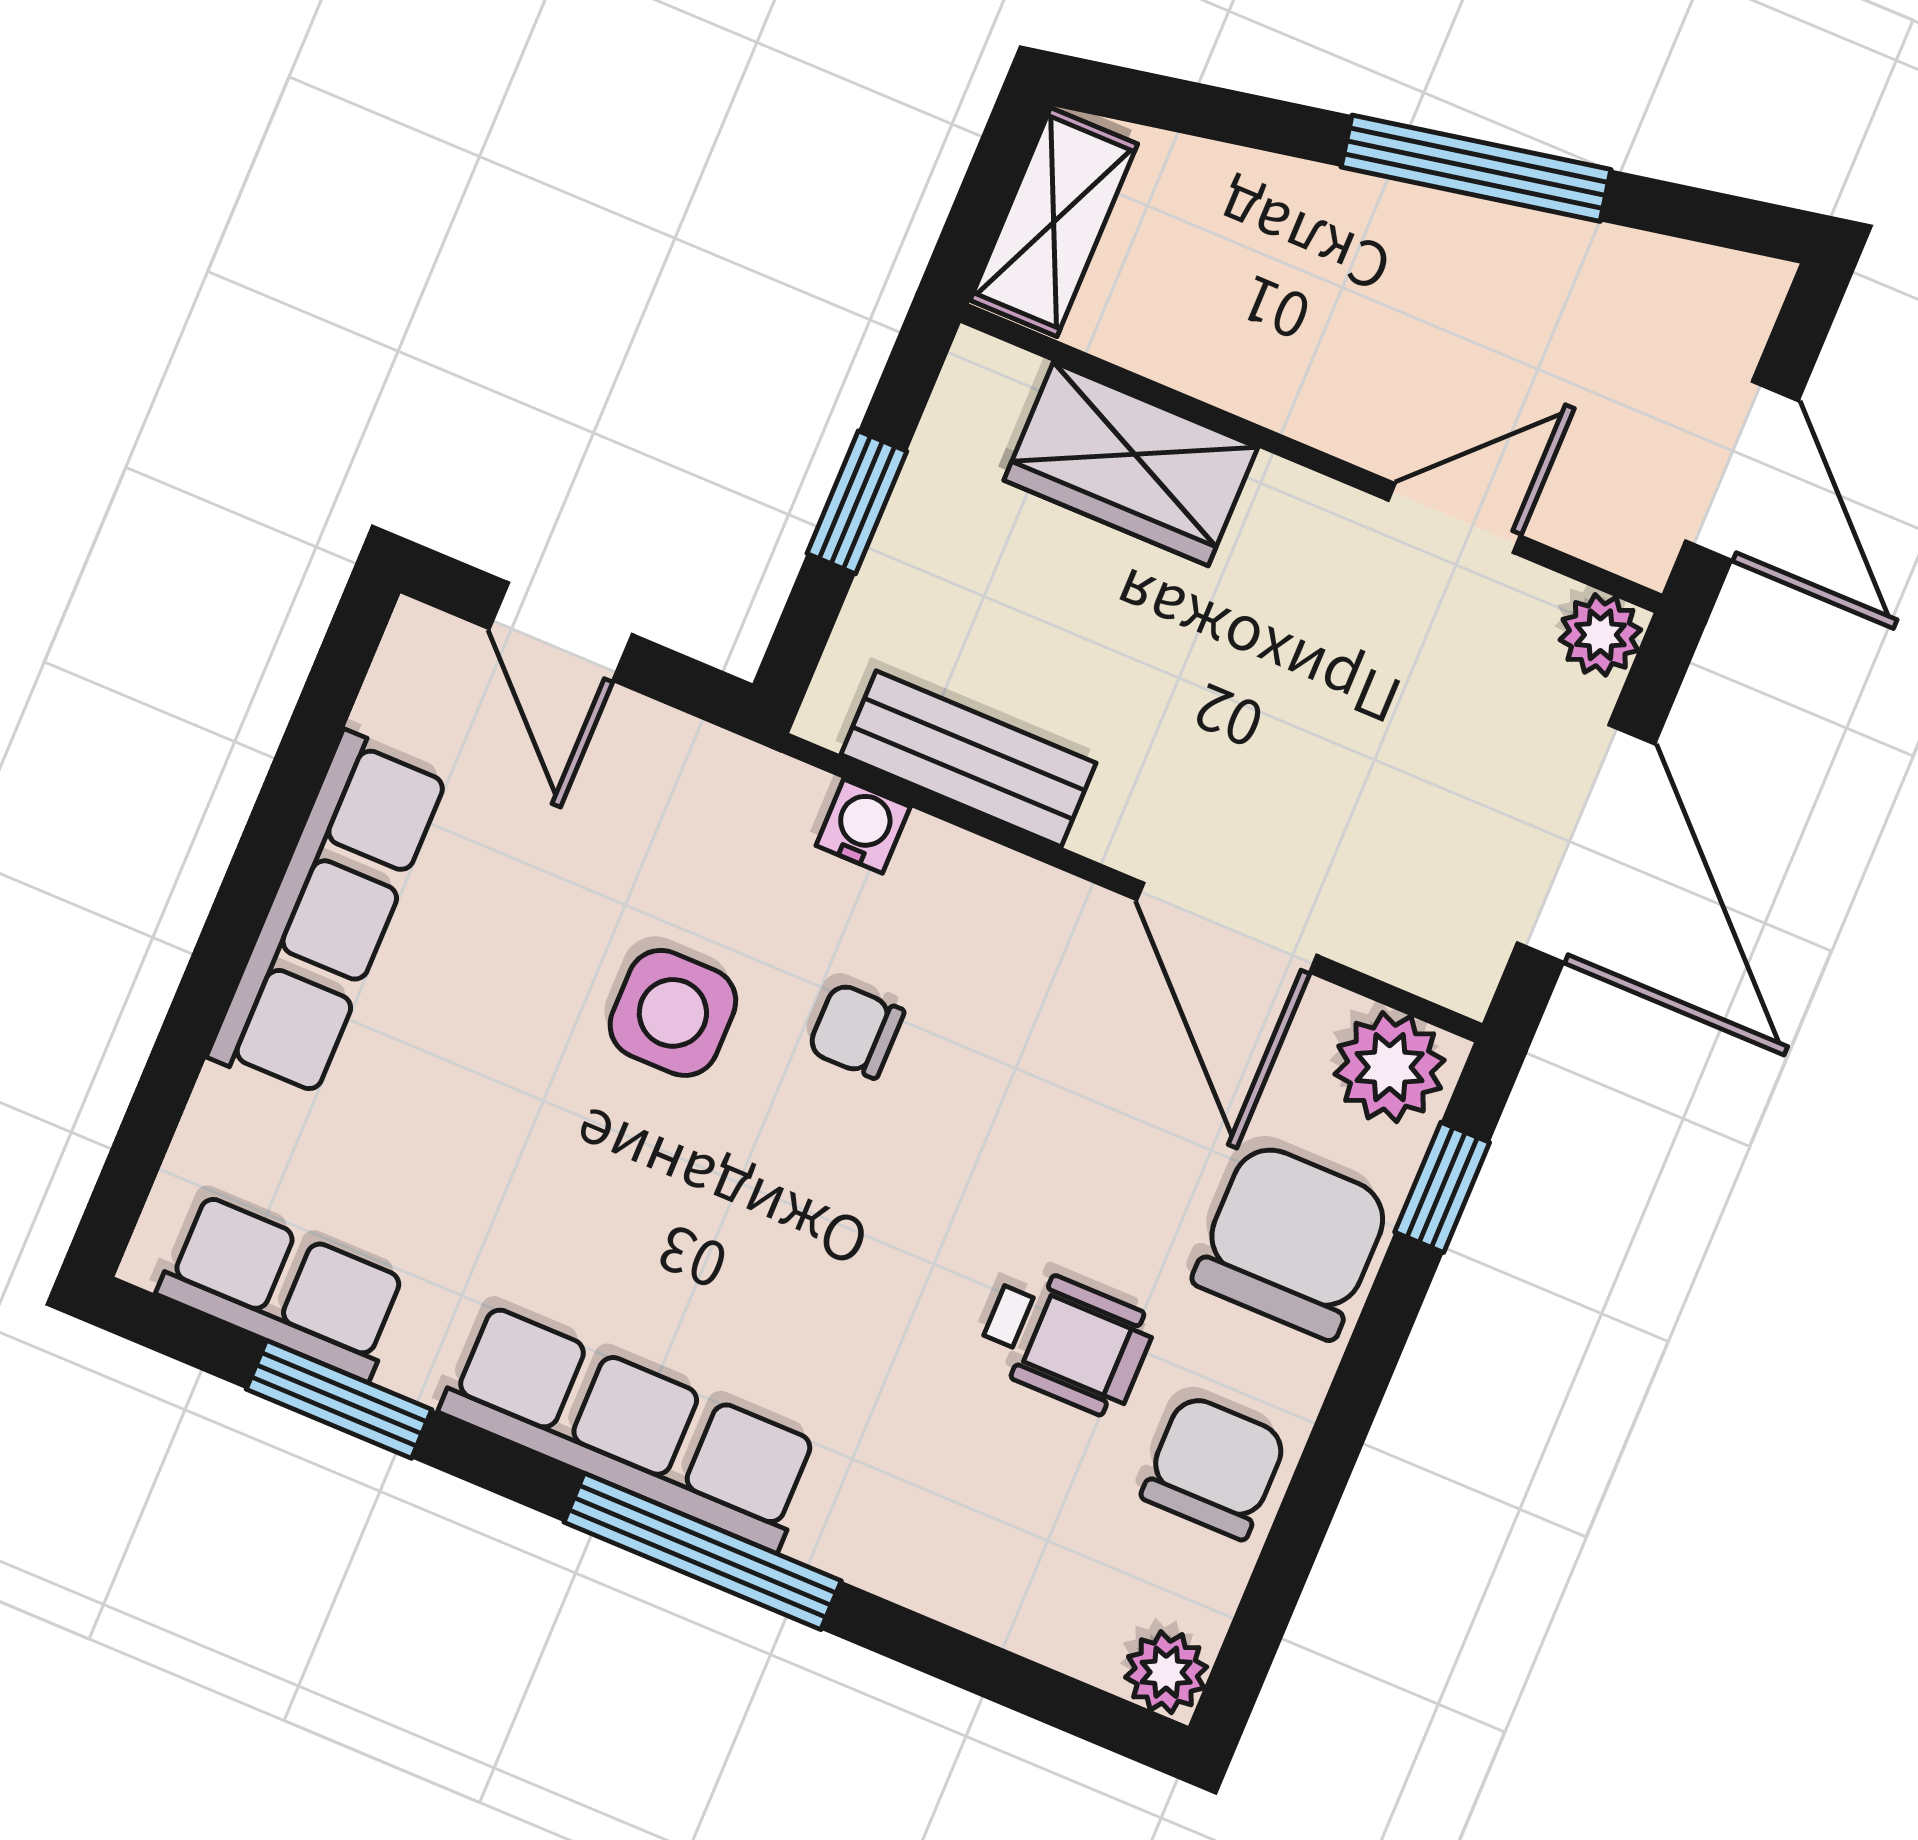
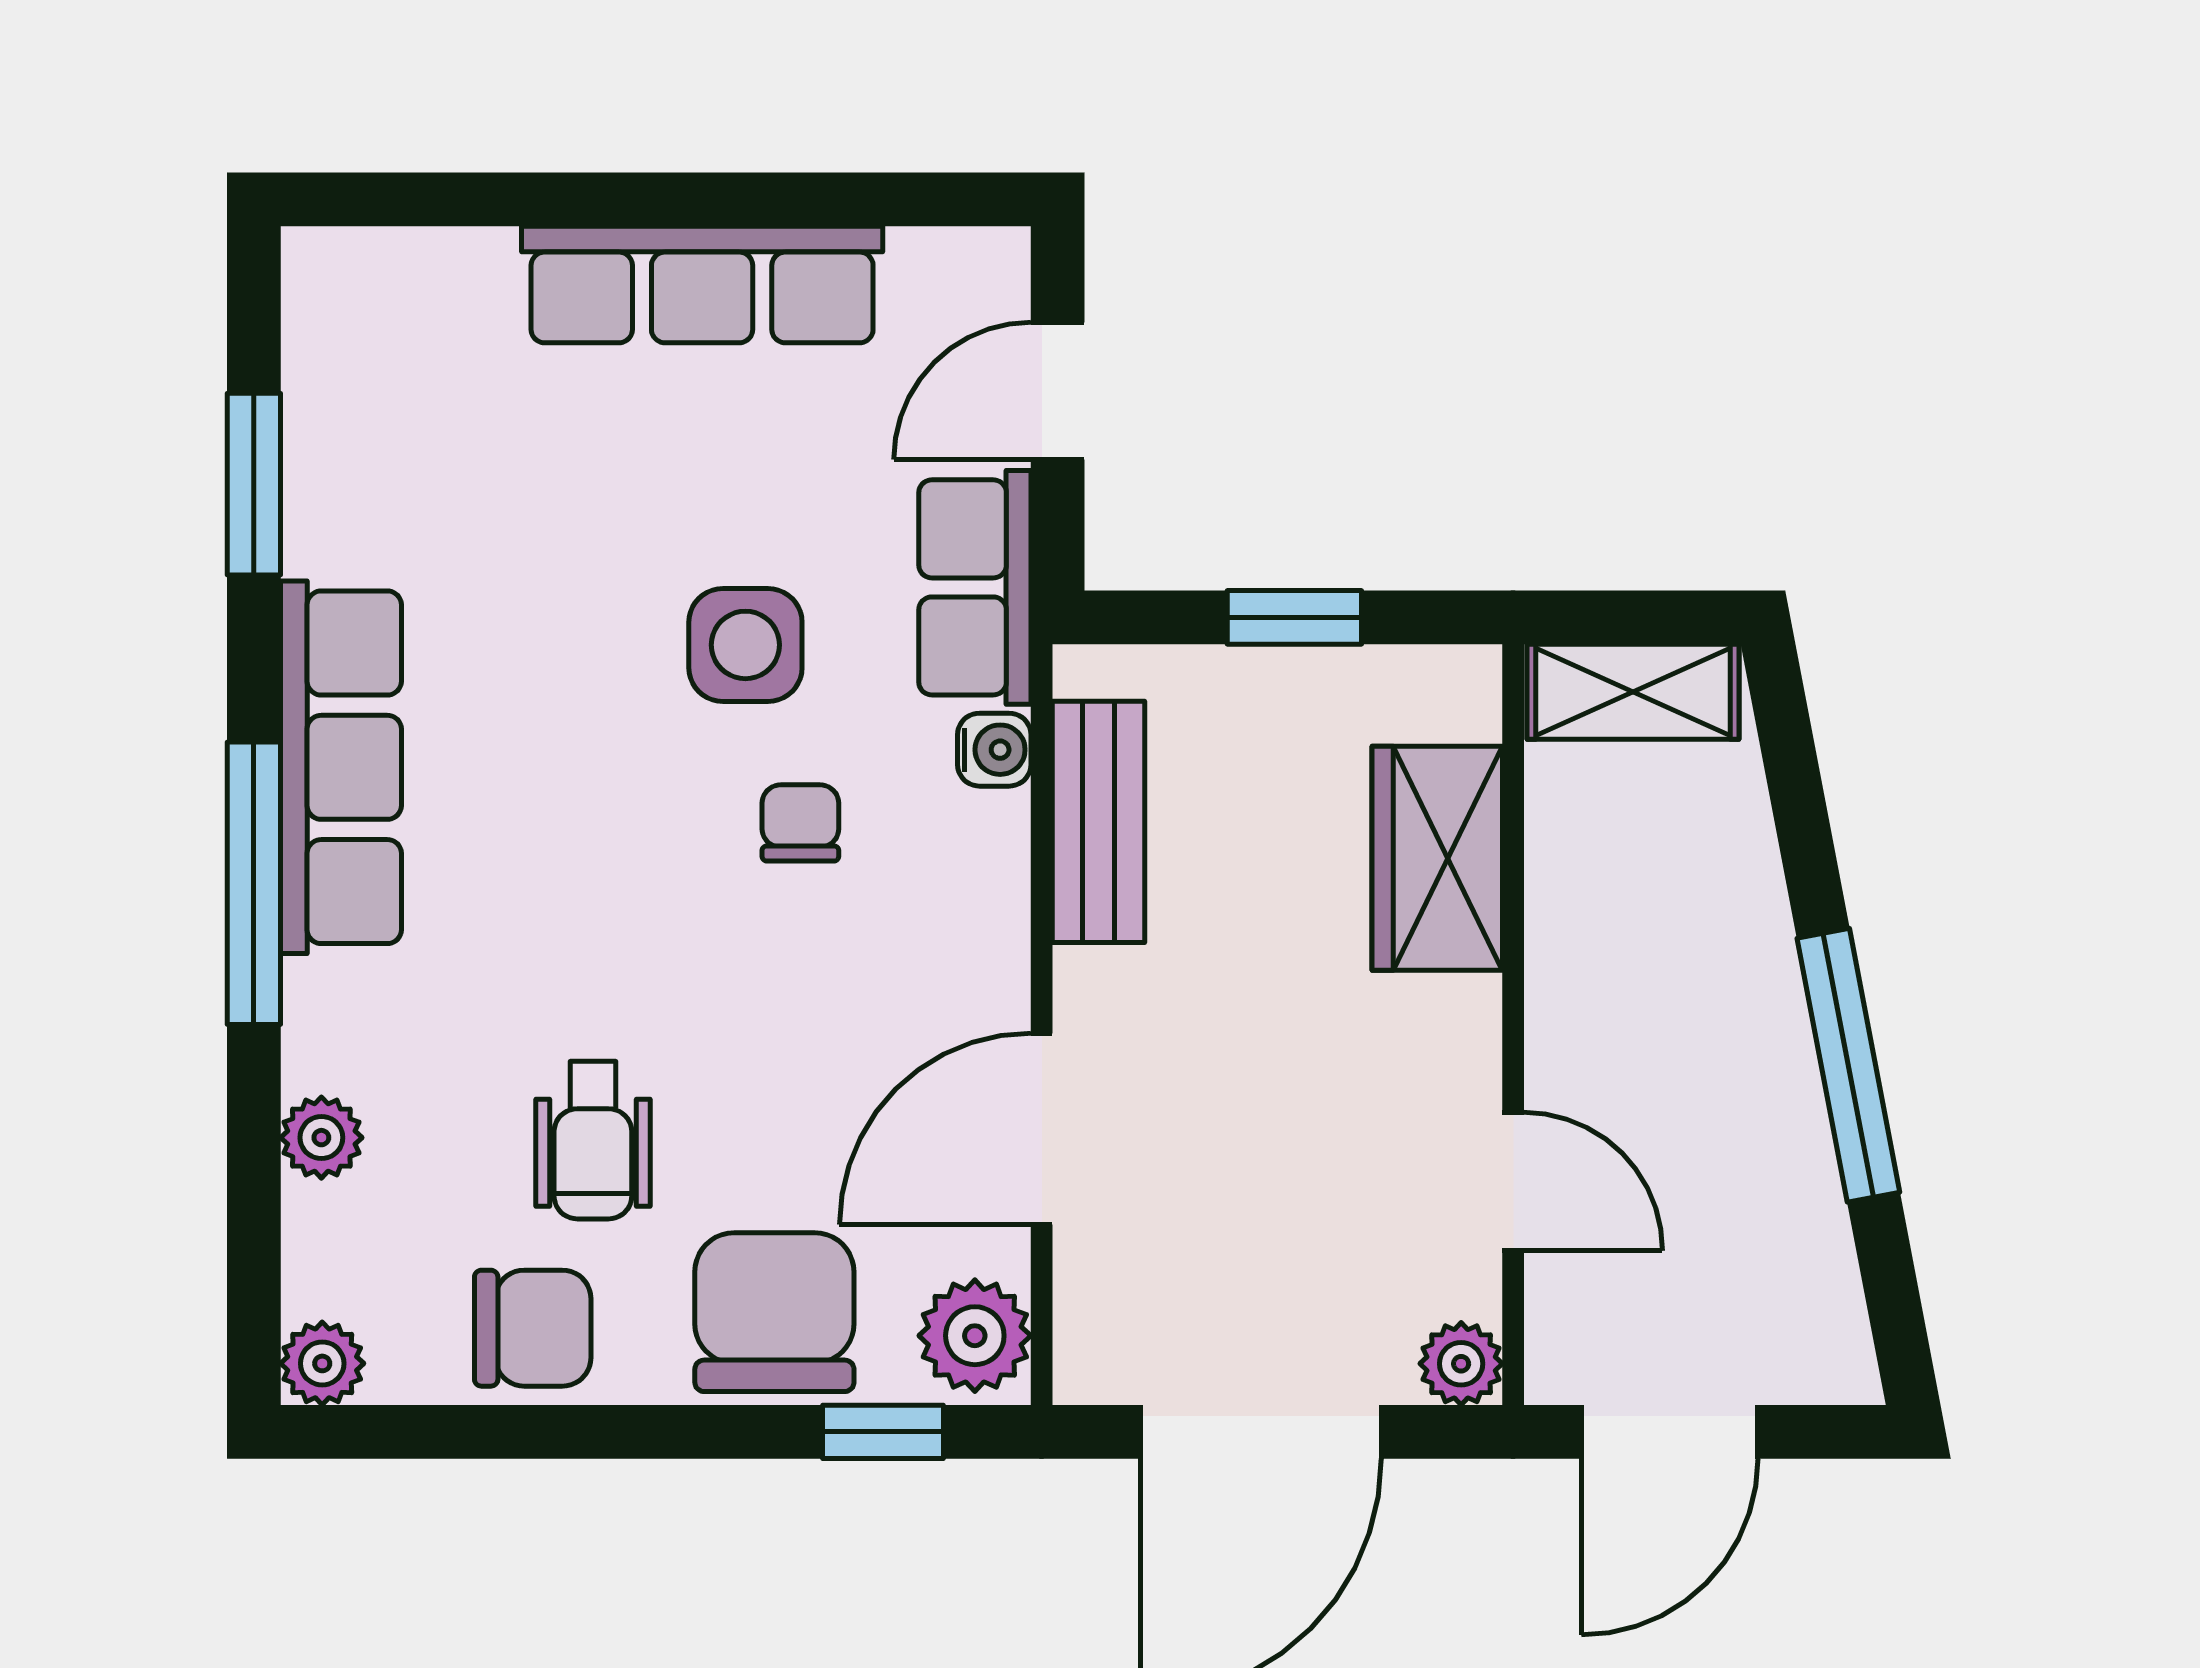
chair: (1292, 1241) -> (774, 1312), turned -90
row of seats: (283, 1287) -> (975, 587), moved, turned 180
plant: (960, 1587) -> (321, 1138), added

